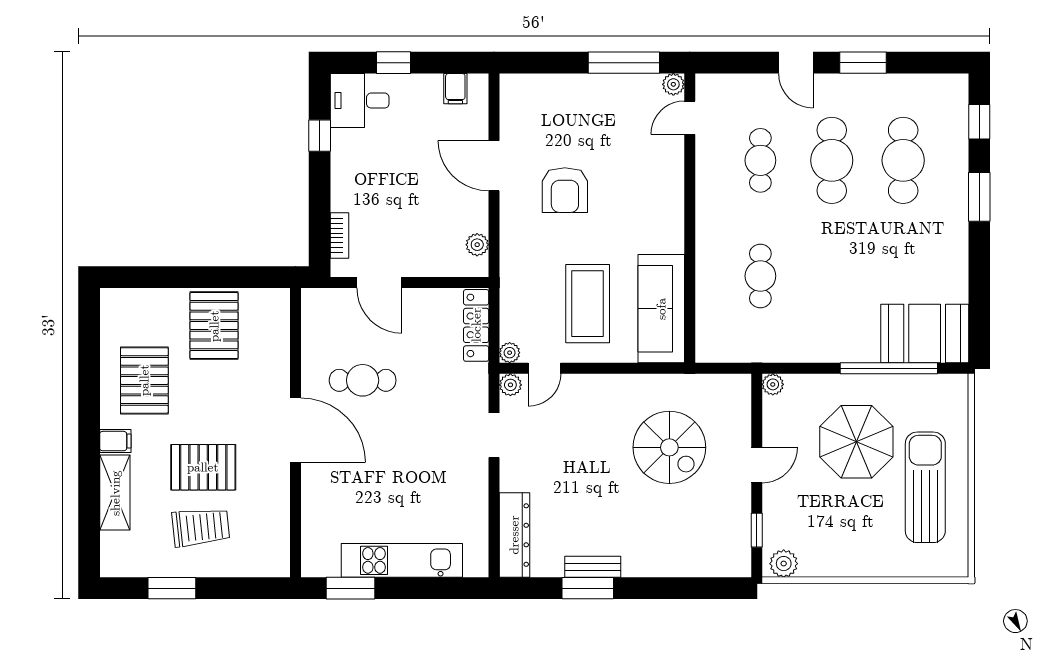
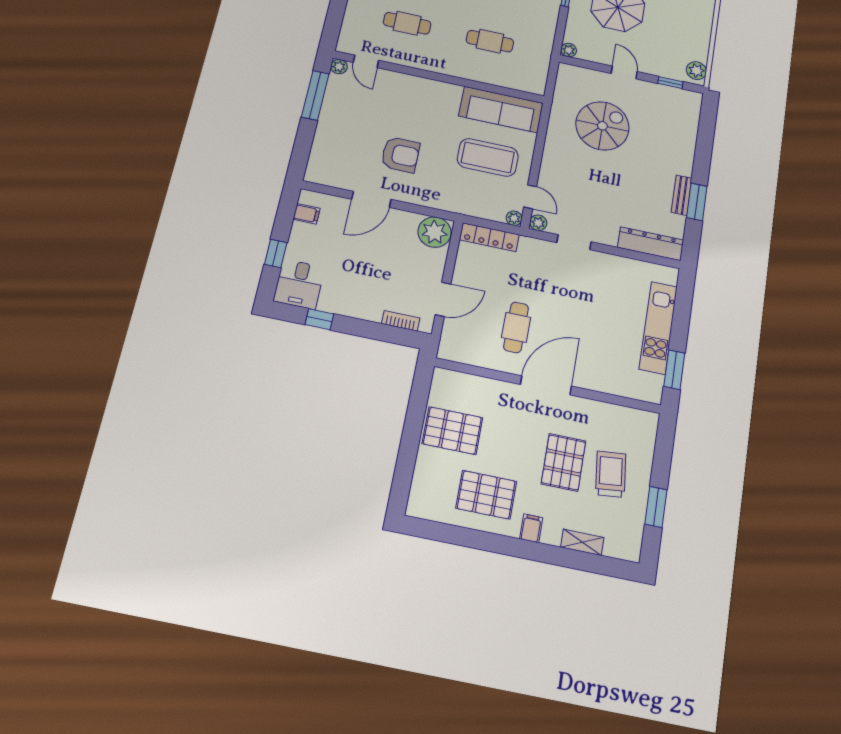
plant: (477, 245) -> (435, 232), width x1.88, depth x1.88
shelving: (115, 493) -> (582, 542), width x0.67, depth x0.75

